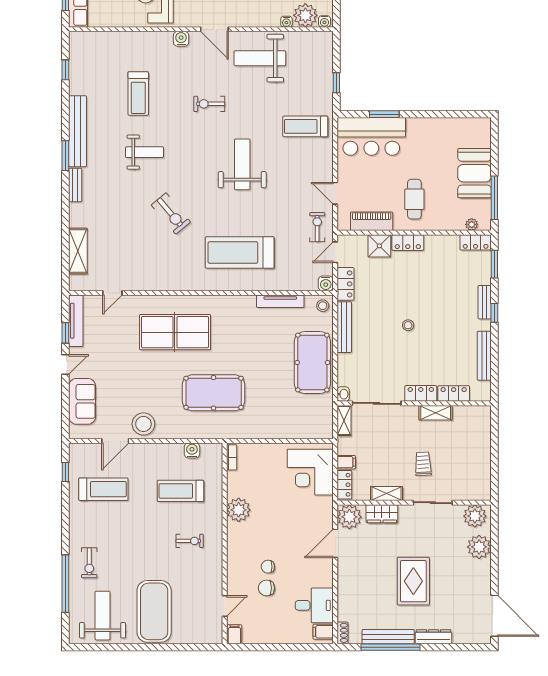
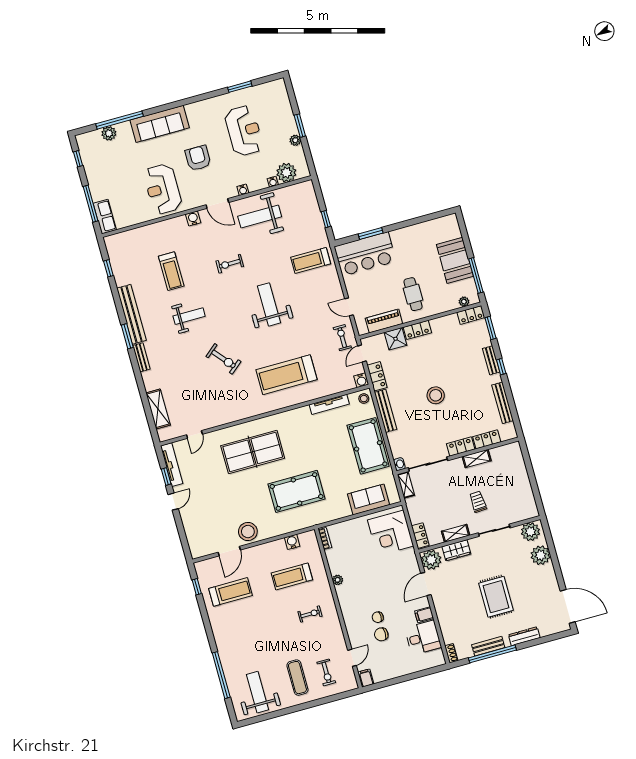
water cooler: (324, 21) -> (243, 190), moved
stool: (408, 325) -> (436, 395), width x1.89, depth x1.89
sofa: (82, 401) -> (369, 499), moved, turned -90
filing cabinet: (346, 462) -> (417, 517), removed
plant: (239, 510) -> (338, 580), width x0.53, depth x0.53
exercise bike: (89, 563) -> (326, 672), moved
exercise mat: (154, 611) -> (297, 678), width x0.50, depth x0.69
filing cabinet: (323, 632) -> (424, 615), moved
bench: (388, 637) -> (488, 646), width x0.73

